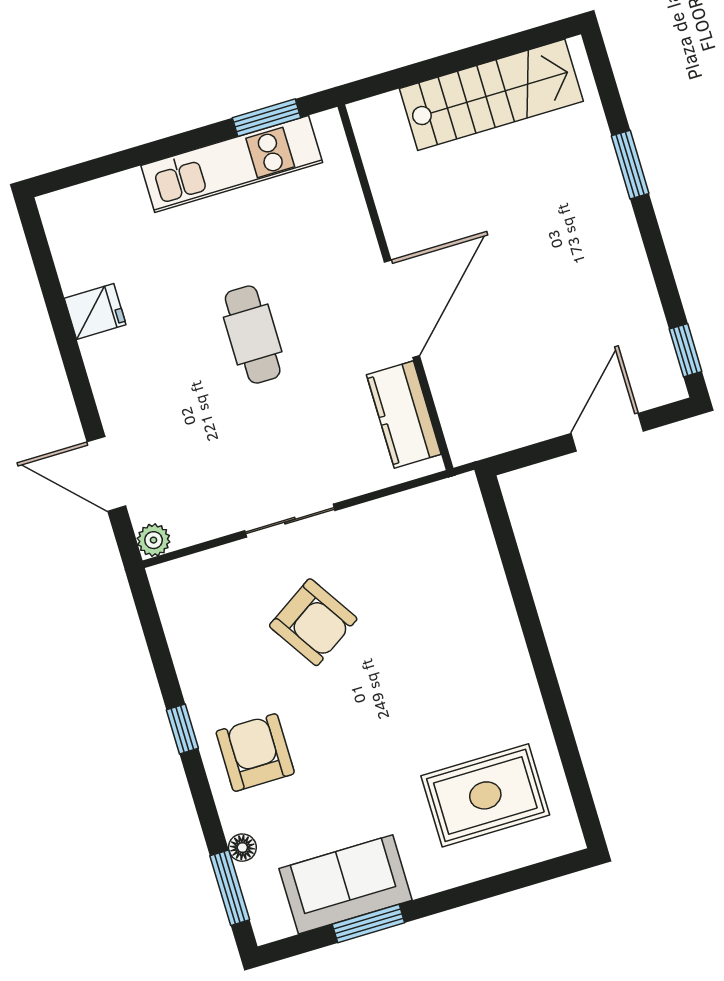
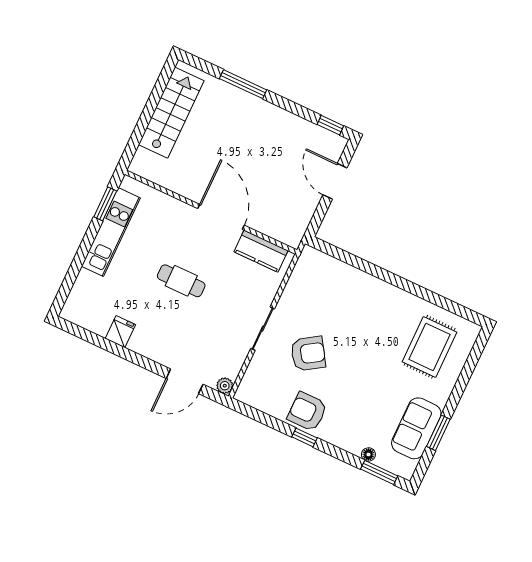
window: (630, 165) -> (243, 84), width x1.44
armchair: (255, 753) -> (307, 412), moved

